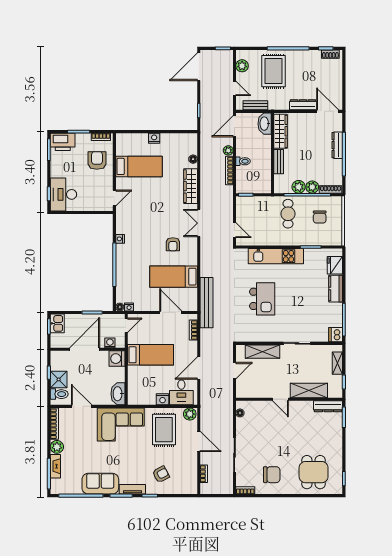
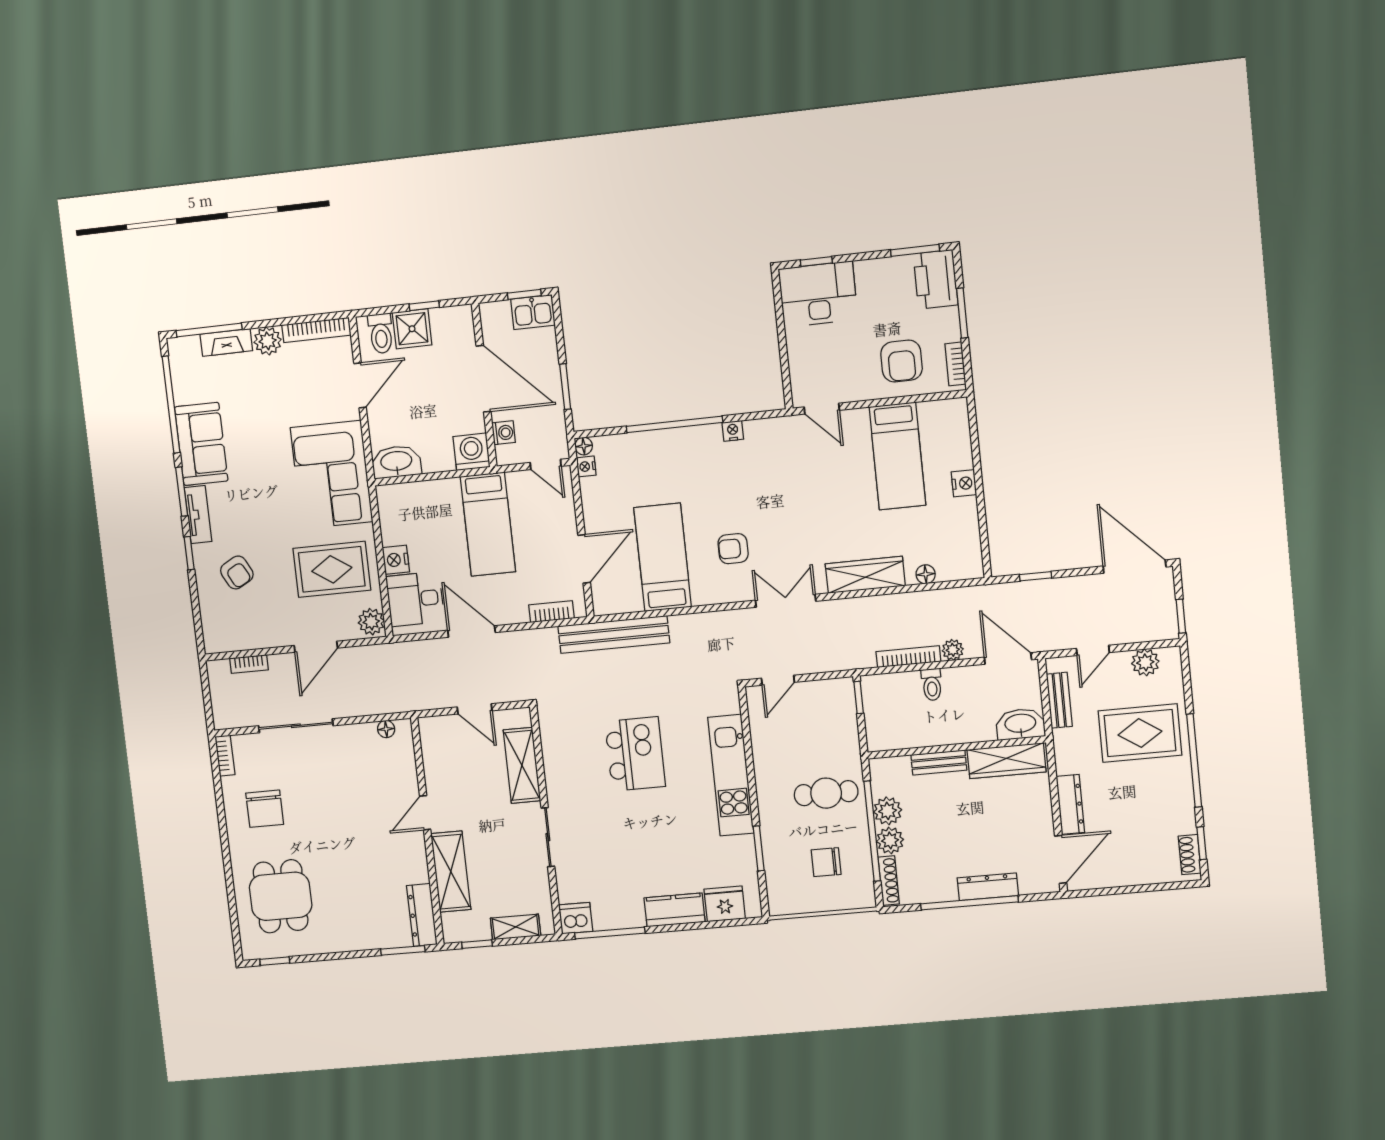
armchair: (97, 160) -> (902, 361), turned 90
kitchen island: (262, 299) -> (635, 754), turned -90
dining table: (314, 472) -> (281, 896), turned 90

